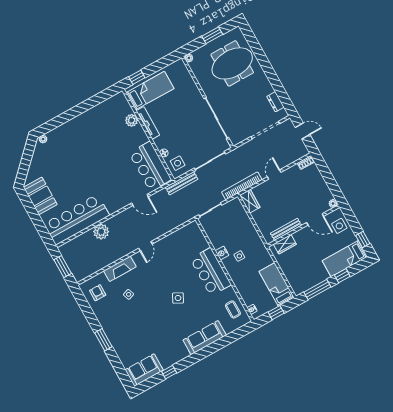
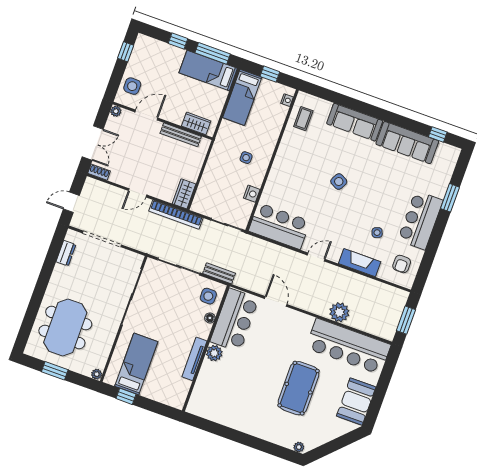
meeting table: (232, 63) -> (65, 328), turned 90
window: (137, 77) -> (126, 396), moved
bed: (150, 91) -> (136, 364), moved, turned 90
plant: (132, 120) -> (214, 353), moved
door: (302, 131) -> (71, 202), hinge flipped
pool table: (78, 169) -> (299, 388), added
double door: (326, 174) -> (93, 143), added
bench: (182, 183) -> (219, 273), width x0.73
door: (315, 219) -> (146, 115), hinge flipped
nightstand: (222, 253) -> (252, 194), moved
bed: (345, 259) -> (208, 70), moved, turned 180
bar counter: (211, 272) -> (279, 226), moved, turned -90
bar counter: (114, 326) -> (420, 220), added
window: (103, 340) -> (450, 198), moved
sofa: (144, 370) -> (407, 143), moved, width x1.36
window: (169, 372) -> (438, 134), moved

